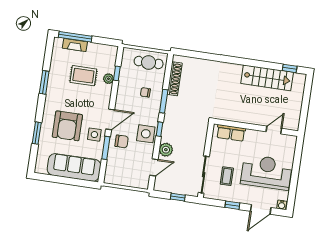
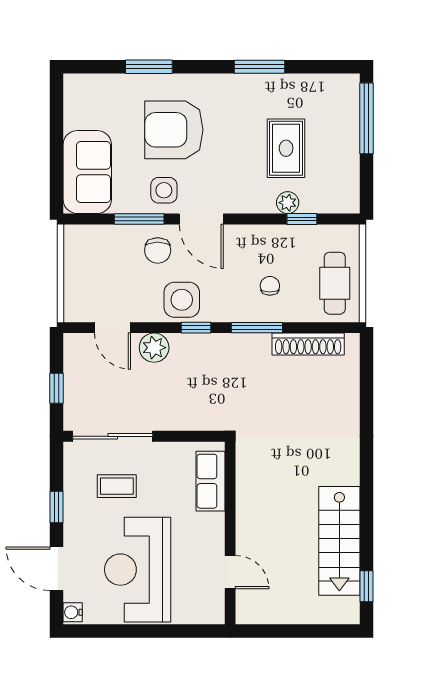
fireplace: (75, 45) -> (349, 120), removed
sofa: (74, 167) -> (87, 172), width x0.73
reception desk: (267, 172) -> (138, 570), turned 180

